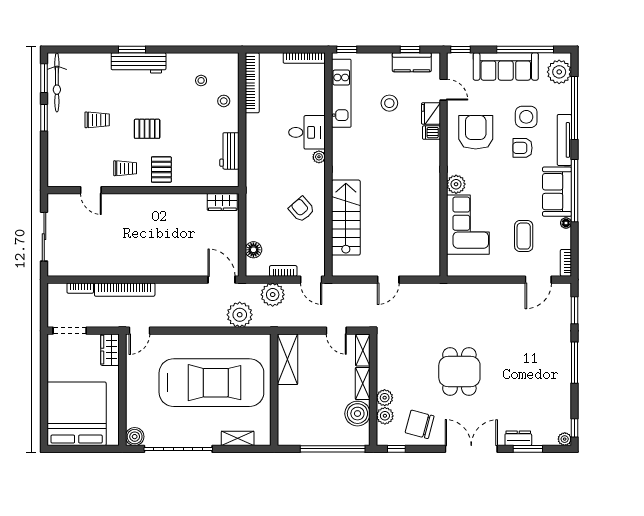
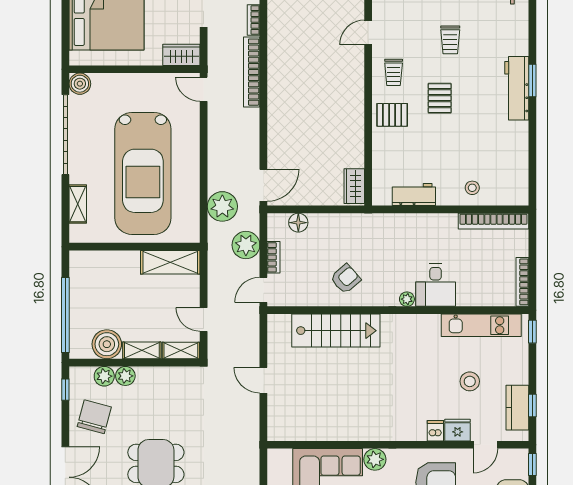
stool: (201, 80) -> (496, 161), removed
door: (336, 331) -> (204, 319), hinge flipped

